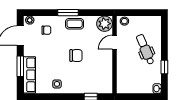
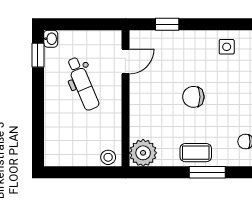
door: (114, 42) -> (126, 61), moved
dental chair: (145, 49) -> (83, 84), moved
window: (164, 67) -> (38, 55), moved

